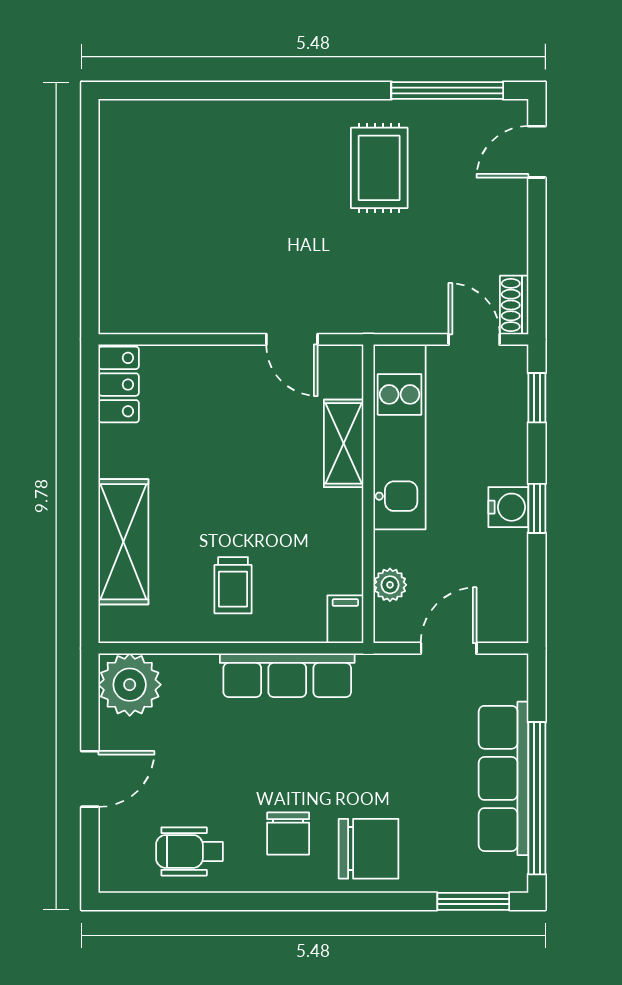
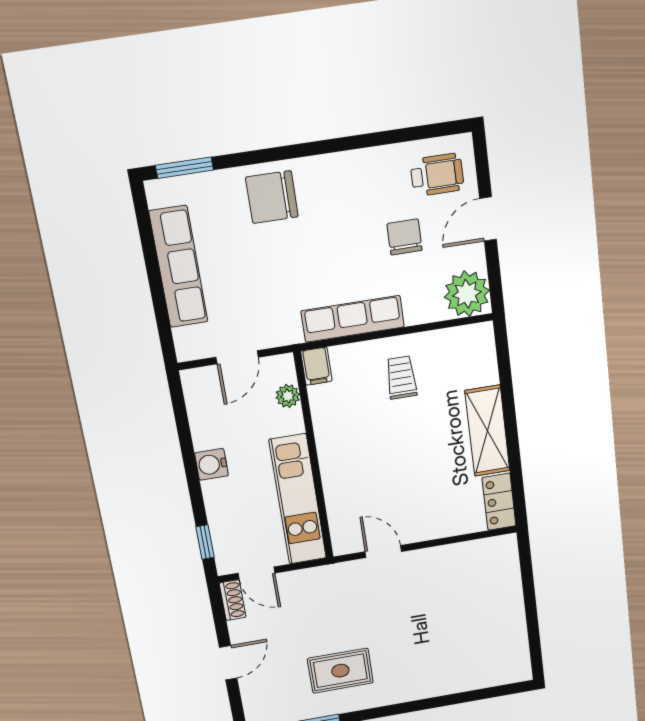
door: (537, 152) -> (228, 663), moved
rug: (379, 168) -> (340, 671), turned 90
shelving: (344, 443) -> (337, 489), removed
window: (537, 508) -> (191, 467), removed
shelving: (123, 542) -> (487, 431), moved
window: (537, 798) -> (150, 256), removed
chair: (288, 834) -> (405, 237), moved
wheelchair: (189, 851) -> (437, 175), moved

